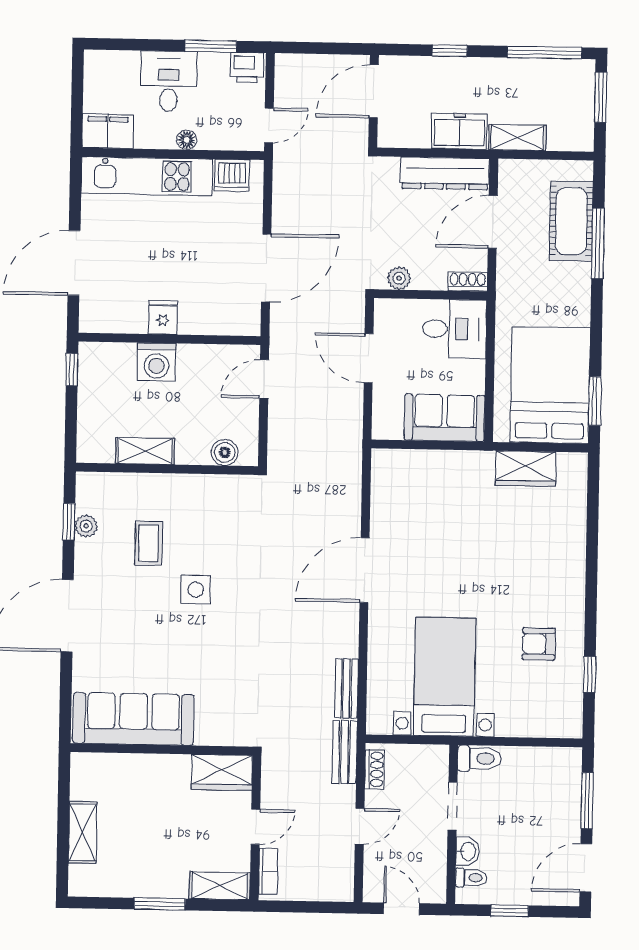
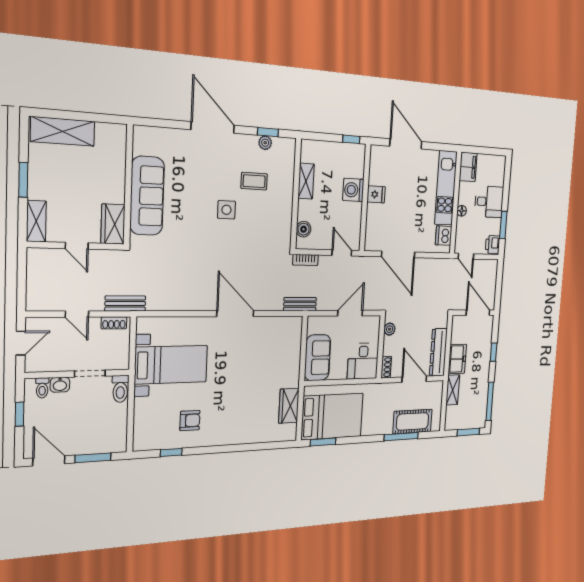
armchair: (539, 644) -> (190, 421), turned 90
bench: (347, 688) -> (300, 304), moved
sofa: (133, 719) -> (147, 196), moved
shelving: (83, 832) -> (63, 131), width x1.50, depth x1.33
bookcase: (268, 871) -> (305, 260), moved

